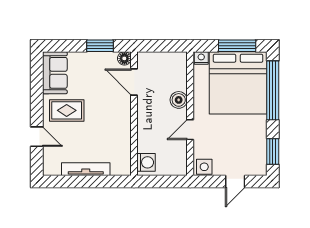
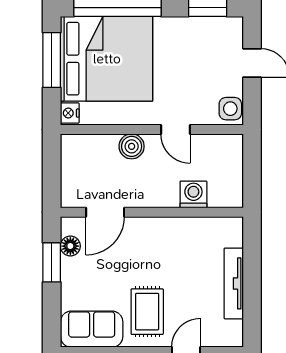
floor lamp: (124, 58) -> (70, 246), moved
washing machine: (146, 162) -> (193, 194), moved

